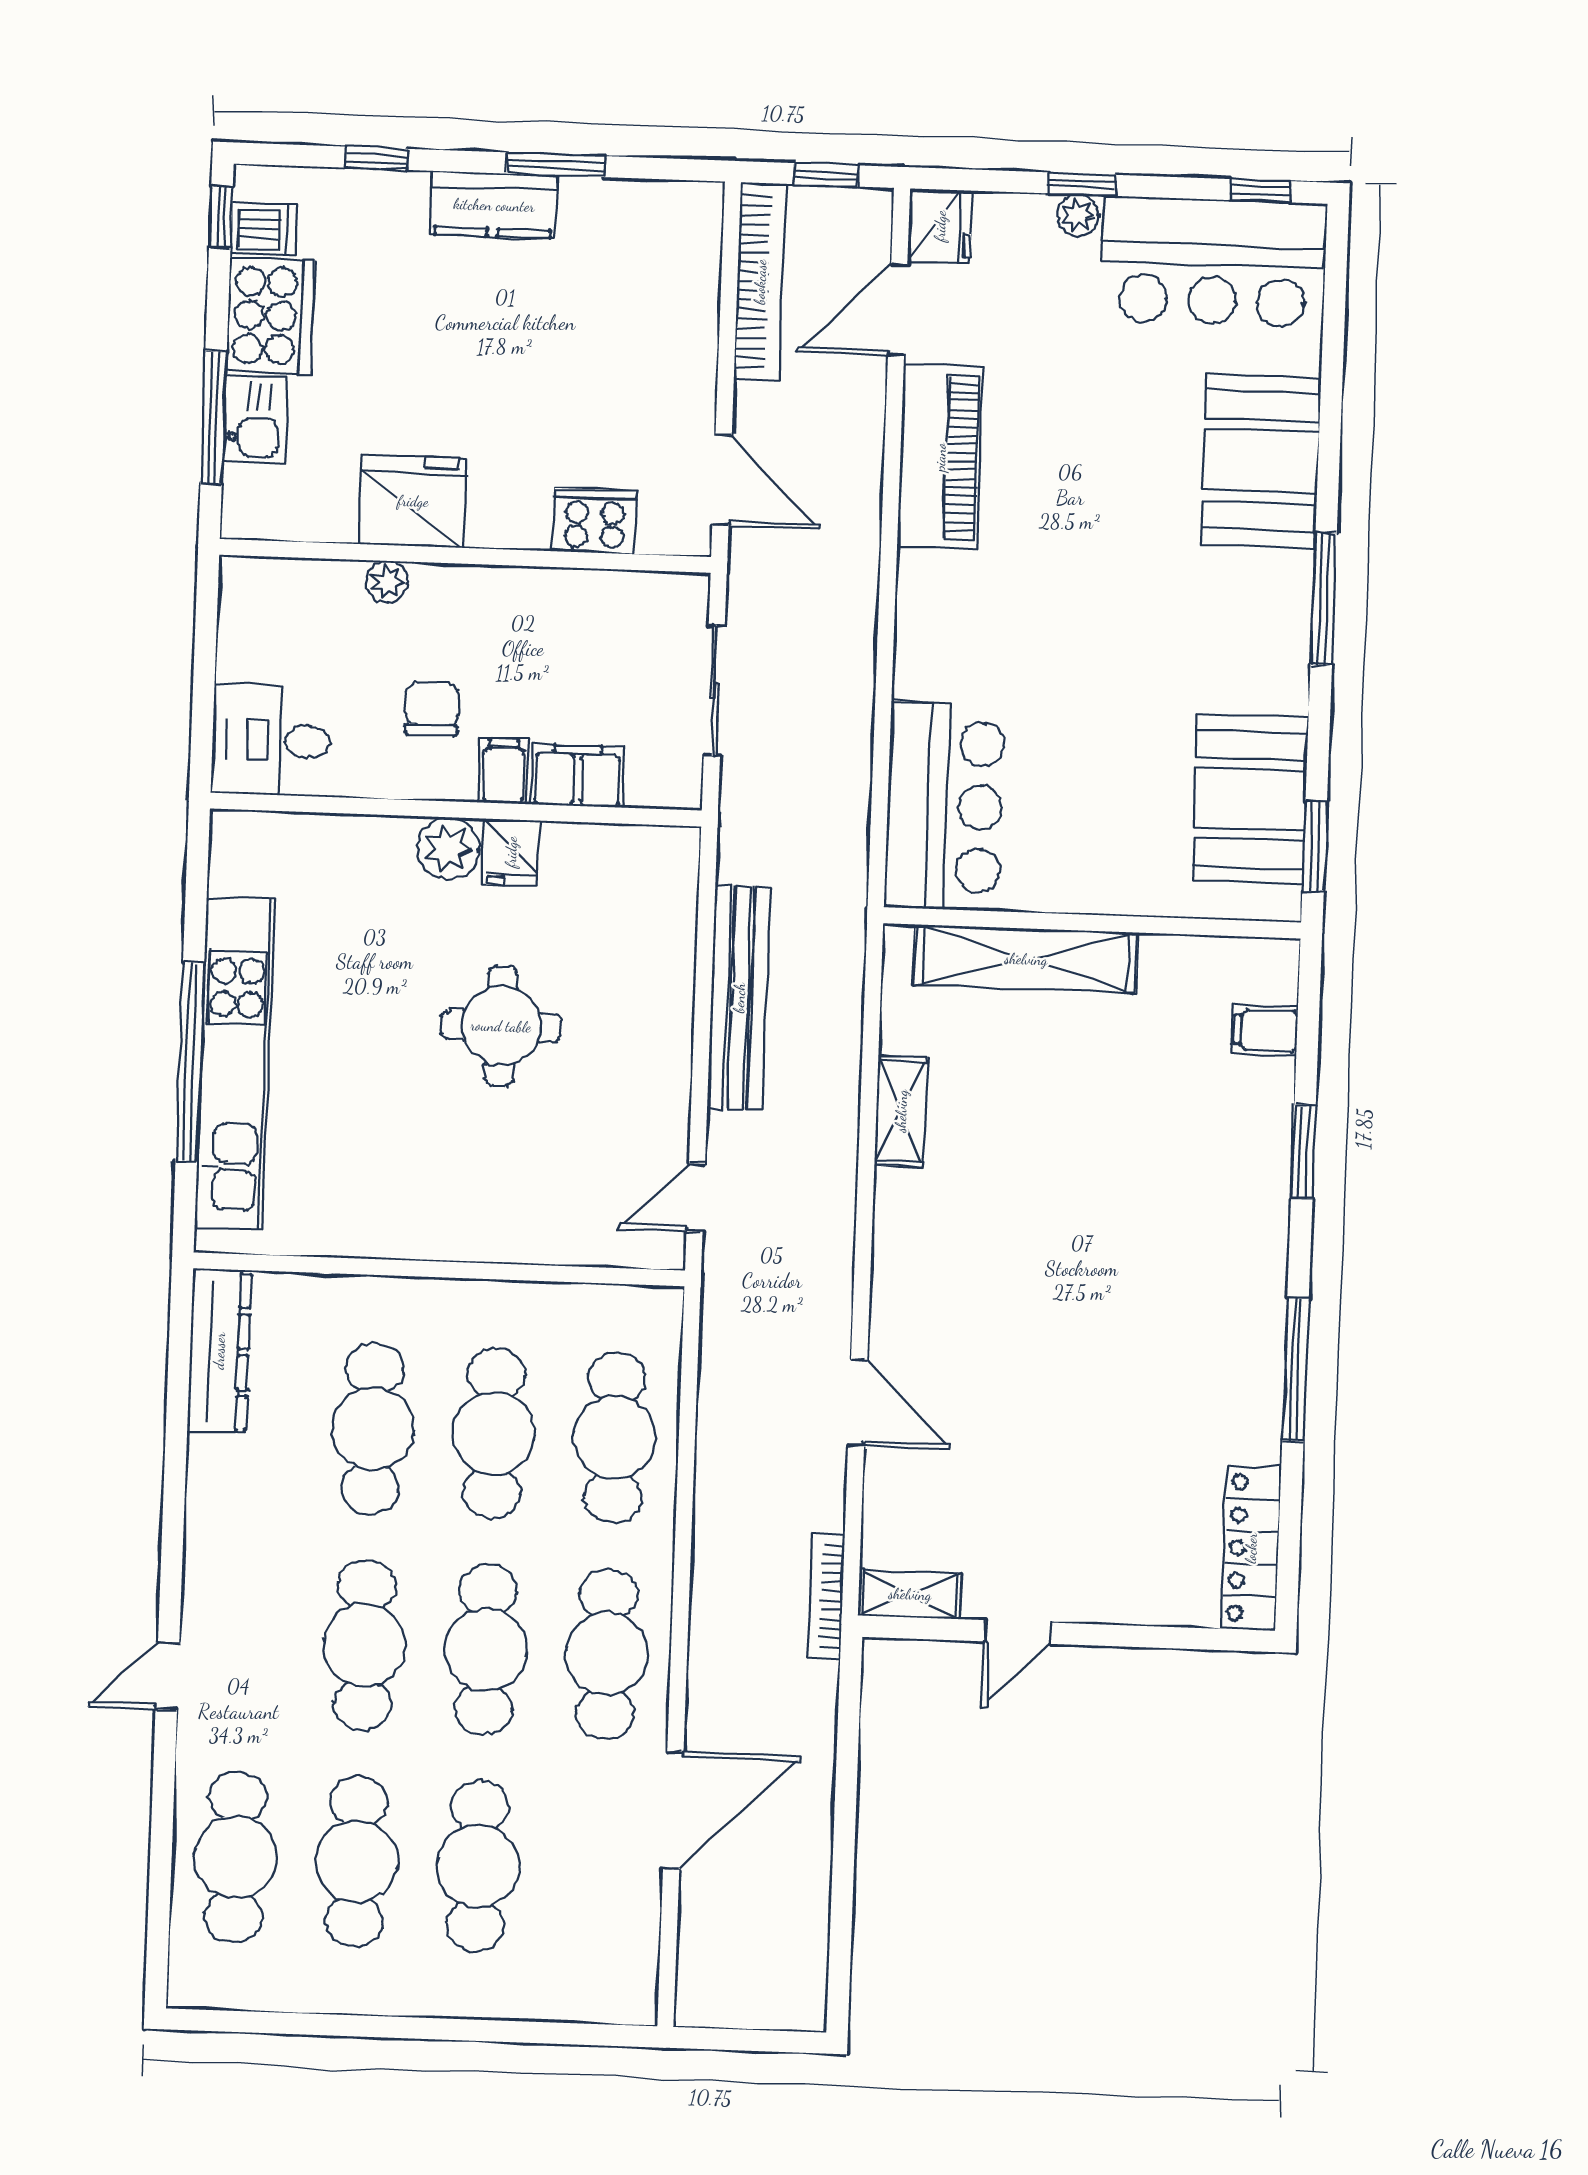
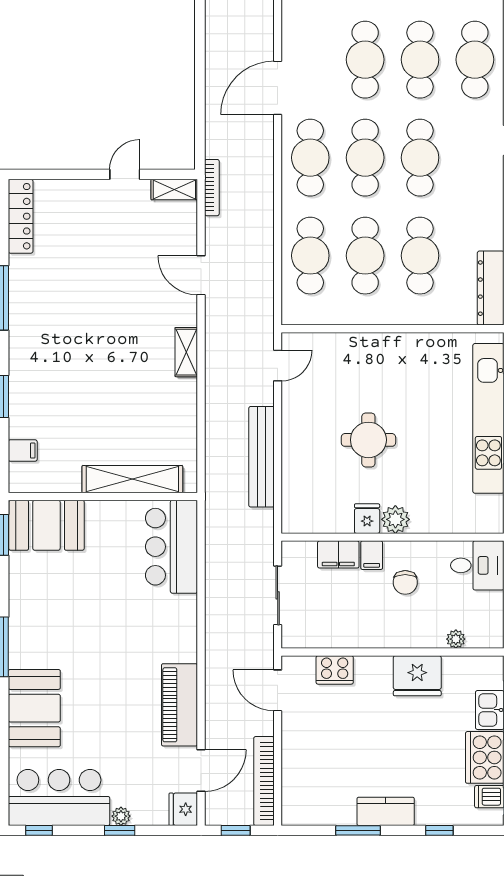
plant: (387, 582) -> (456, 639), moved
booth: (1250, 799) -> (46, 525), moved, turned 90
shelving: (901, 1111) -> (186, 352), moved

